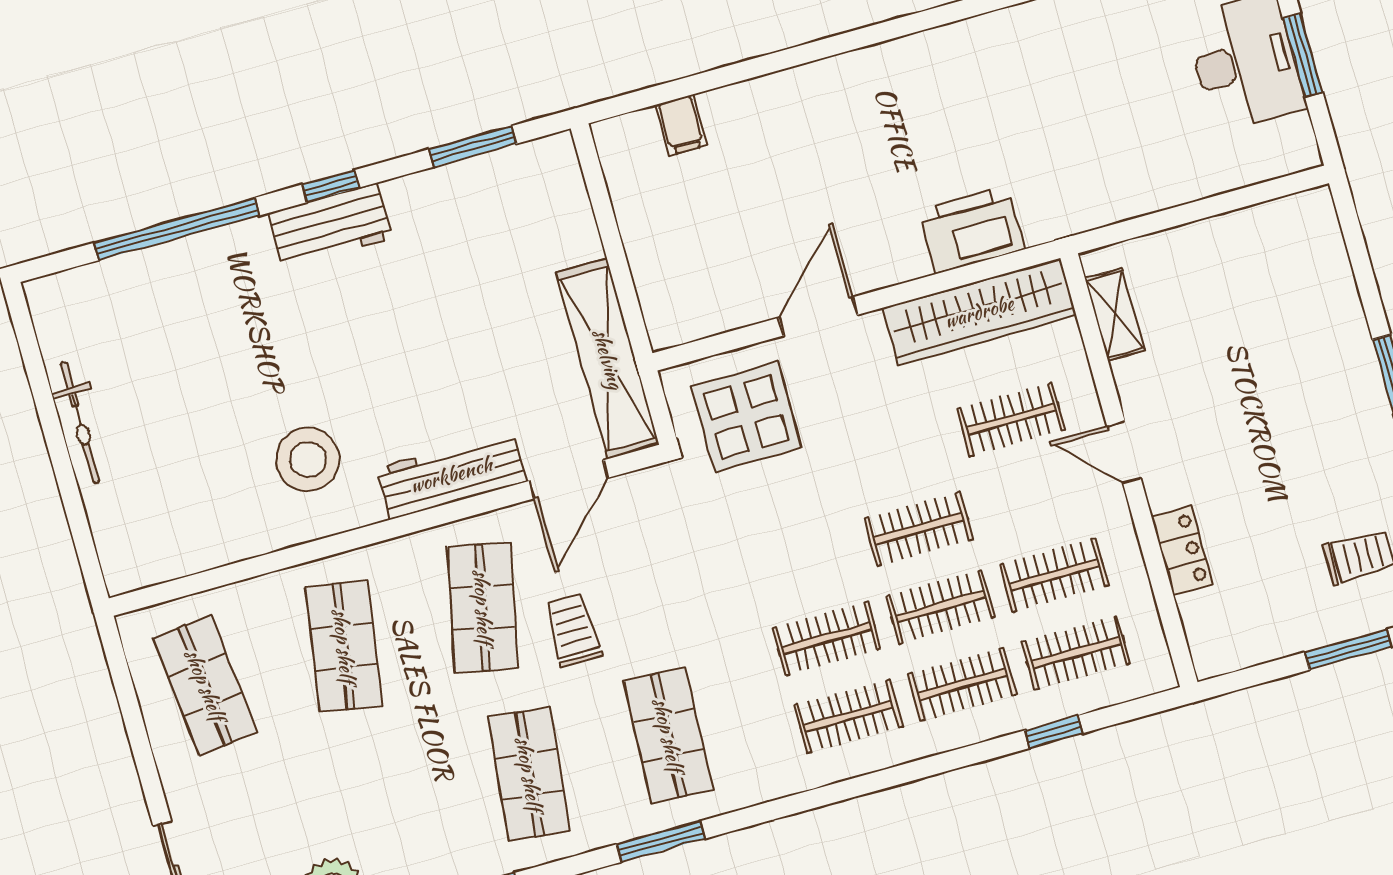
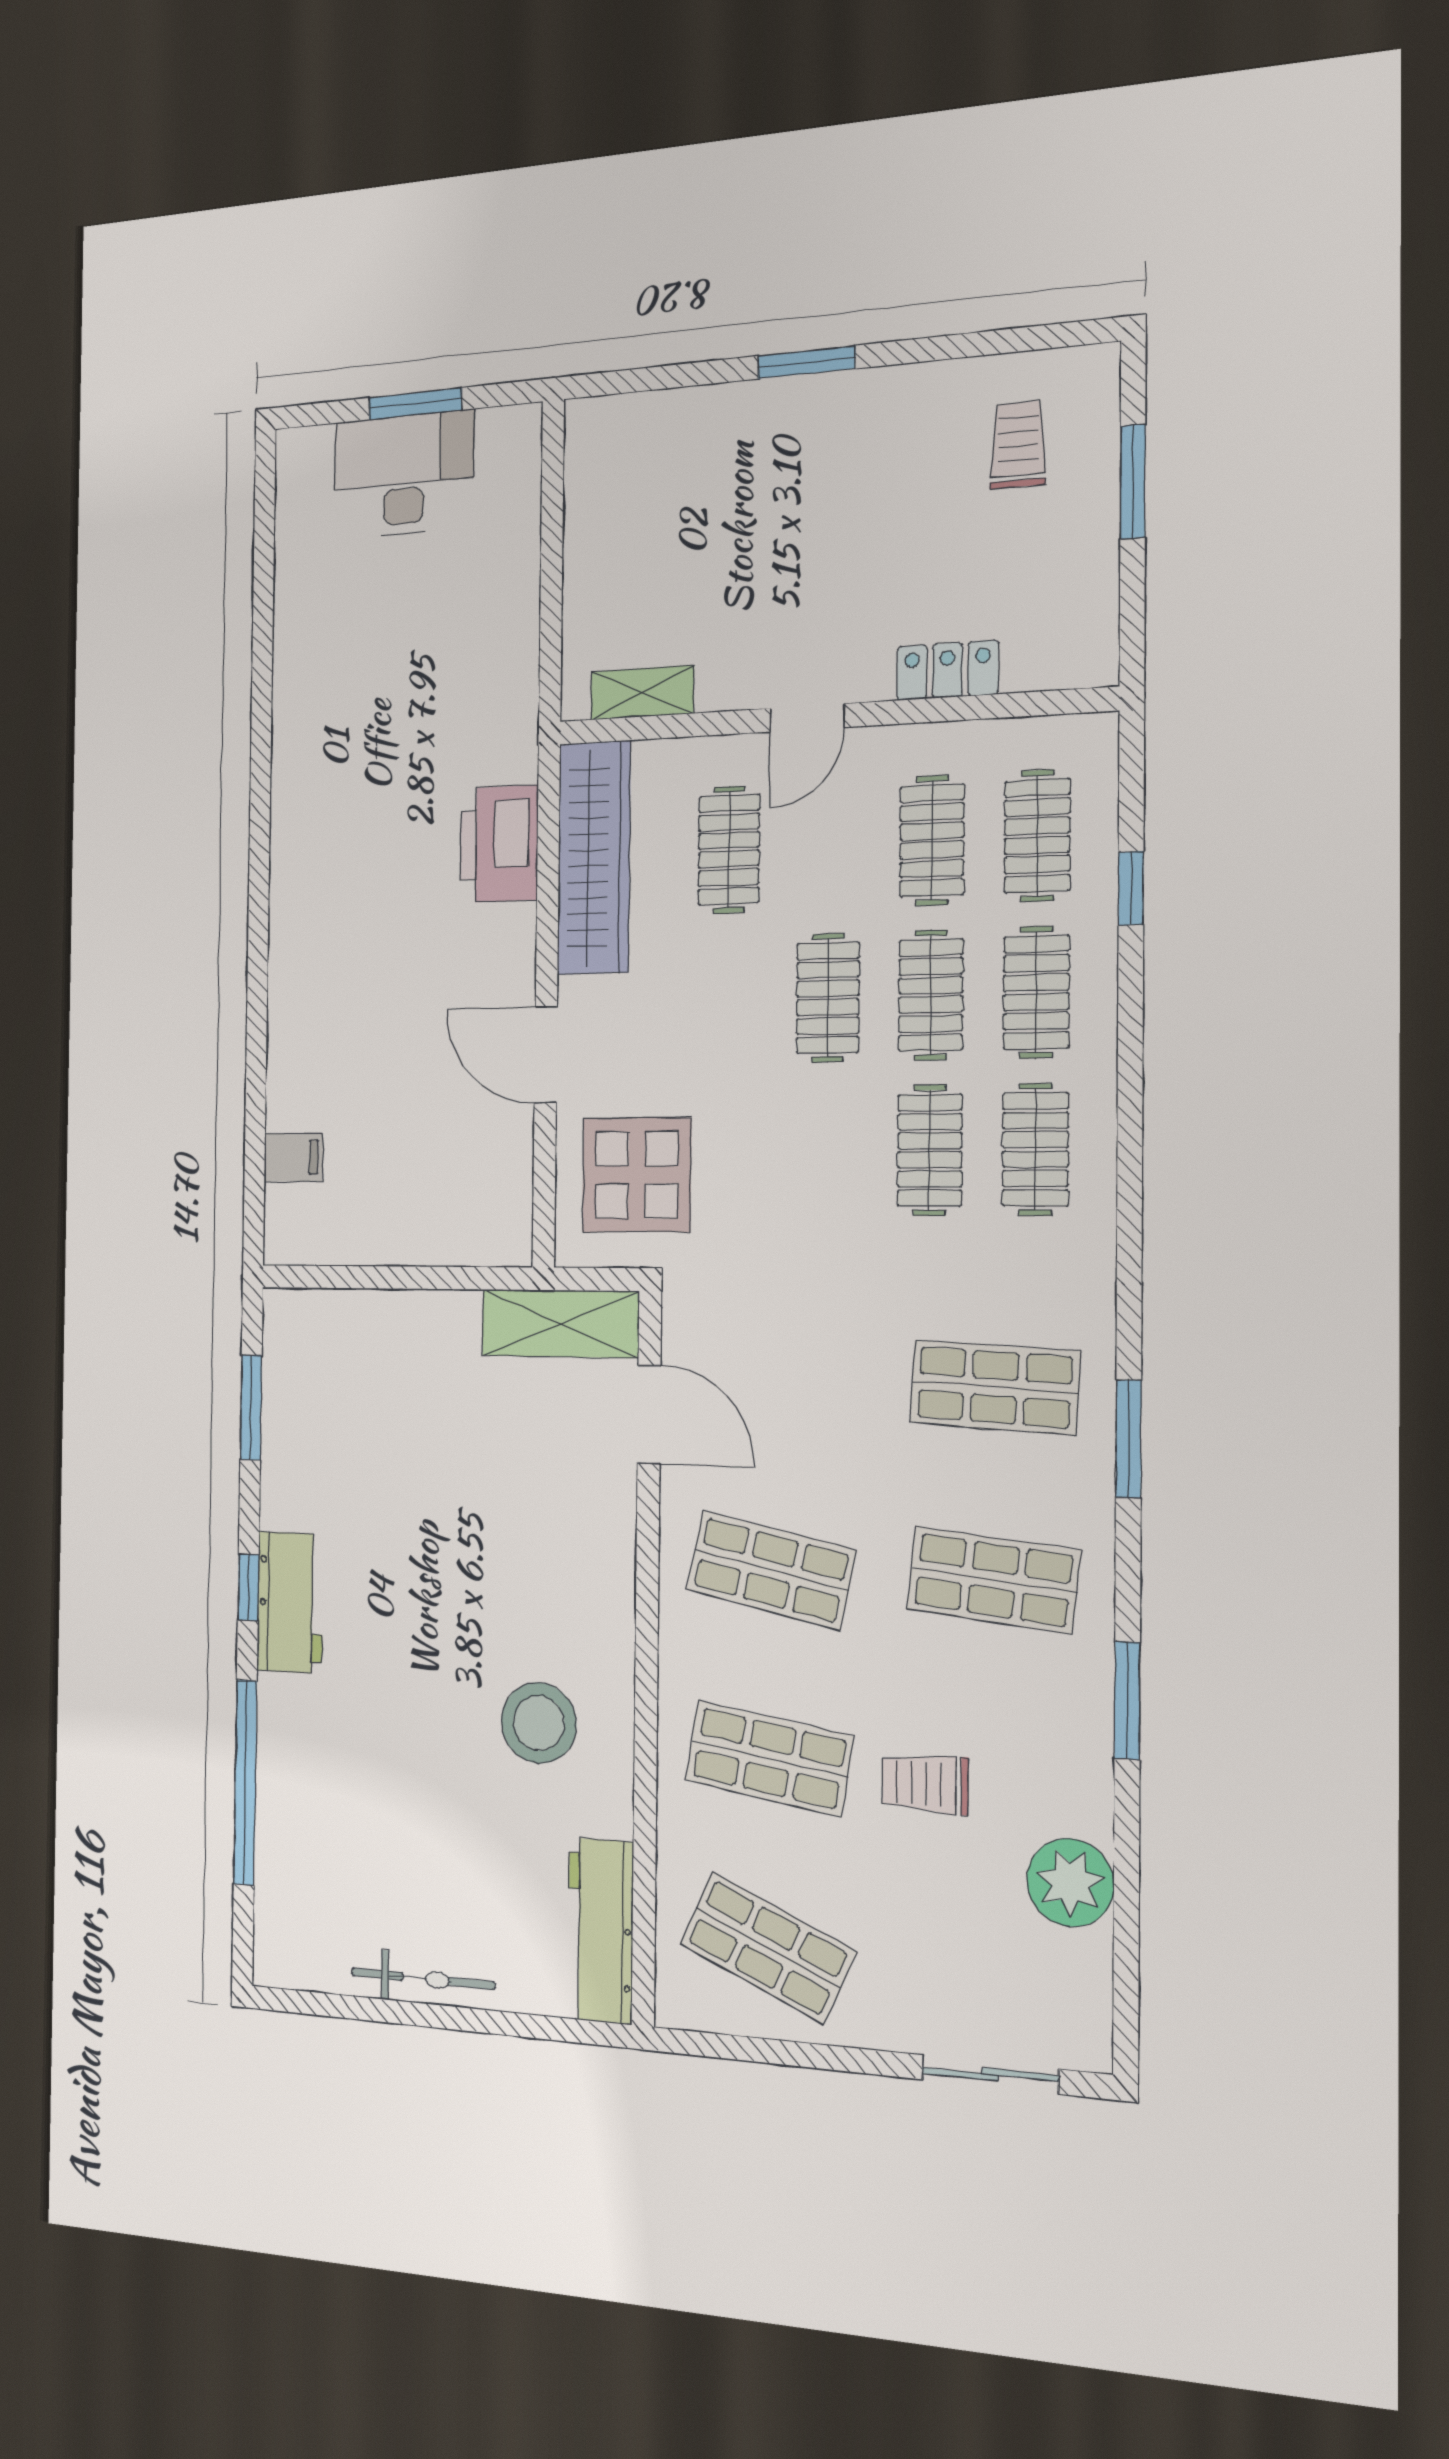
shelving: (608, 359) -> (560, 1324), width x0.68
workbench: (451, 475) -> (601, 1931), moved
trolley: (573, 630) -> (925, 1784), moved
shop shelf: (205, 685) -> (768, 1948), turned 30

